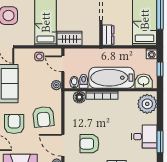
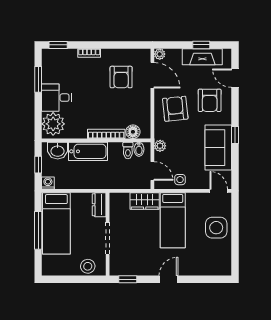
bathtub: (112, 78) -> (88, 151), width x0.73, depth x0.73
desk: (144, 137) -> (57, 98), moved
armchair: (89, 144) -> (121, 77), turned 90

